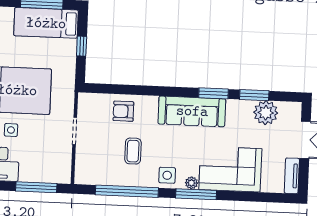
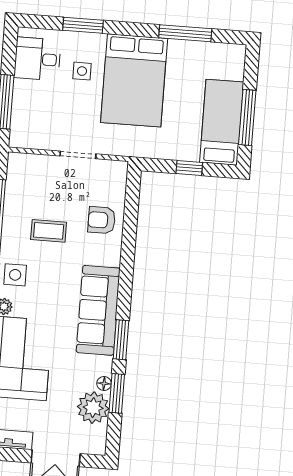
floor lamp: (247, 105) -> (104, 383), added
armchair: (123, 111) -> (102, 220), turned -90

